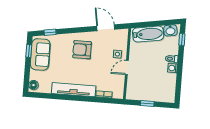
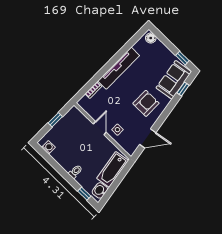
sofa: (40, 54) -> (174, 80), moved, turned 81
washing machine: (173, 68) -> (48, 147), moved

